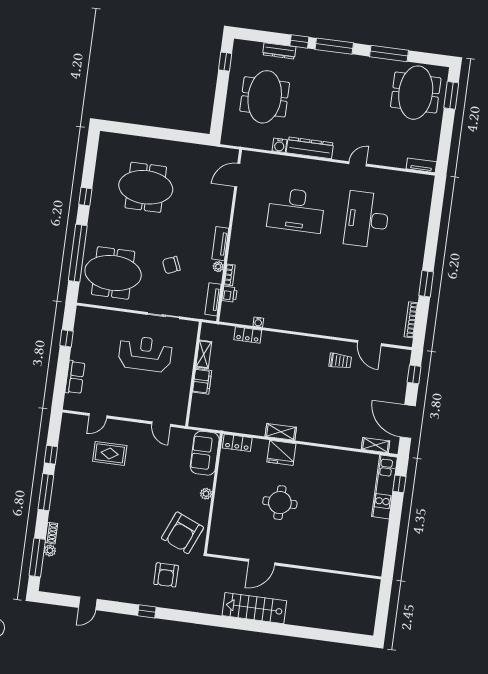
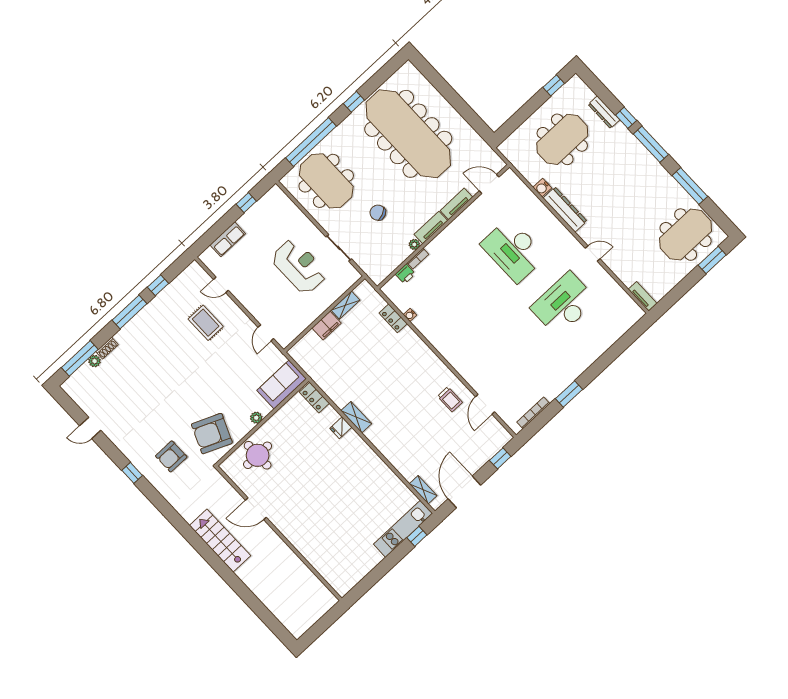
meeting table: (146, 187) -> (408, 134), width x1.86, depth x1.27
tv unit: (213, 299) -> (456, 204), moved
fridge: (281, 453) -> (341, 428), width x0.53, depth x0.75
round table: (280, 503) -> (258, 455), moved

